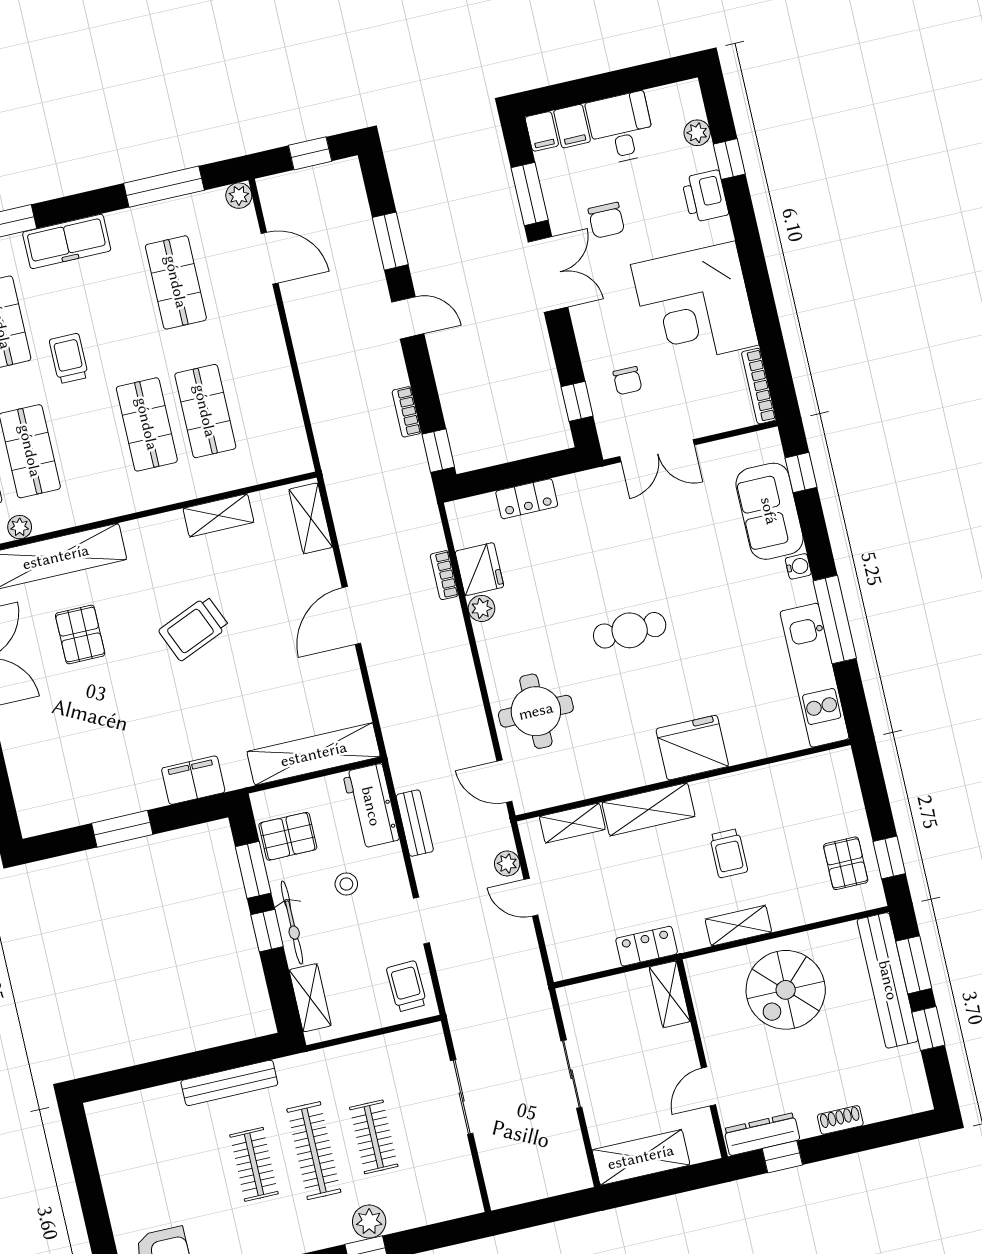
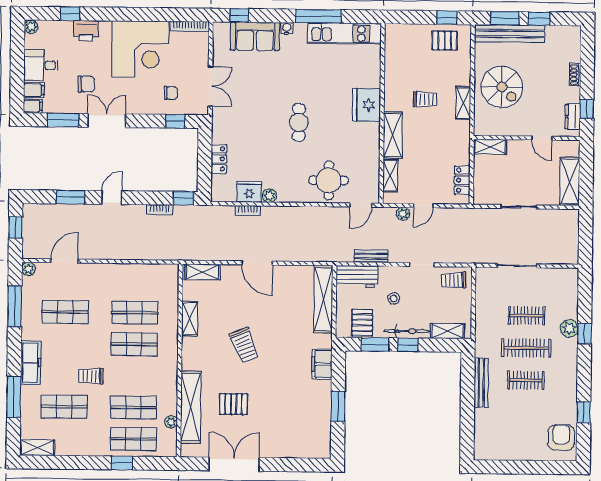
plant: (697, 133) -> (31, 27), moved
locker: (647, 946) -> (462, 180), moved
dresser: (762, 1134) -> (573, 117), width x0.70

